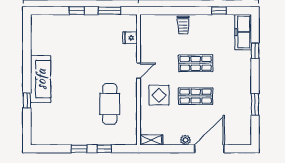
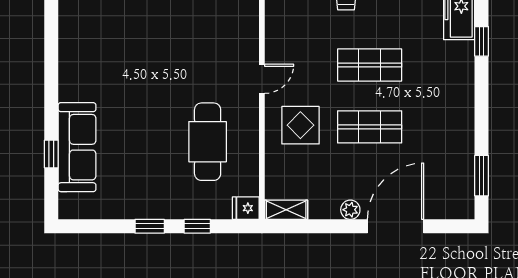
fridge: (130, 38) -> (246, 208), moved
sofa: (41, 79) -> (77, 147), moved
window: (27, 100) -> (51, 154), moved
window: (255, 104) -> (482, 176), moved

